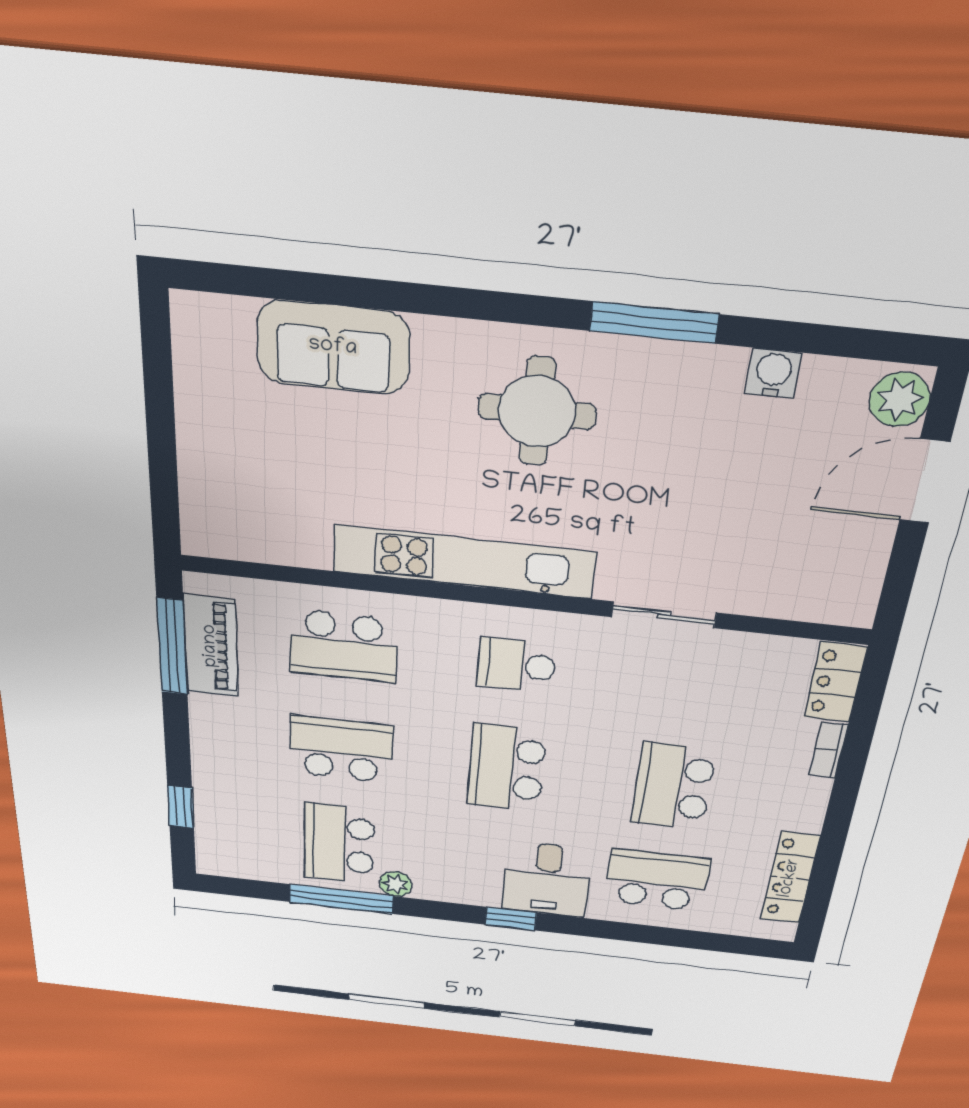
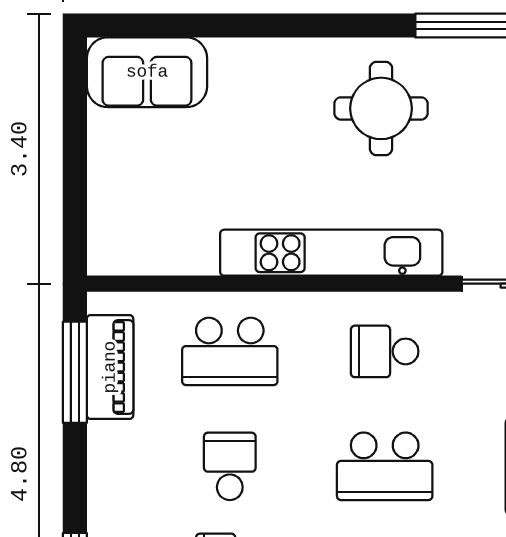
sofa: (333, 347) -> (147, 72), moved
school desk: (341, 749) -> (230, 466), width x0.54
school desk: (507, 768) -> (385, 466), turned -90

